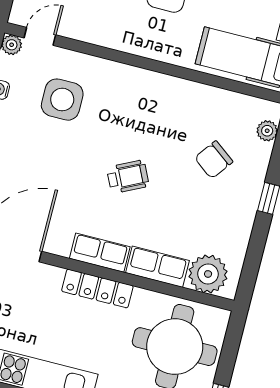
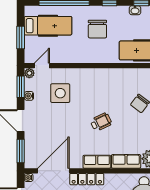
locker: (97, 288) -> (87, 179), moved

